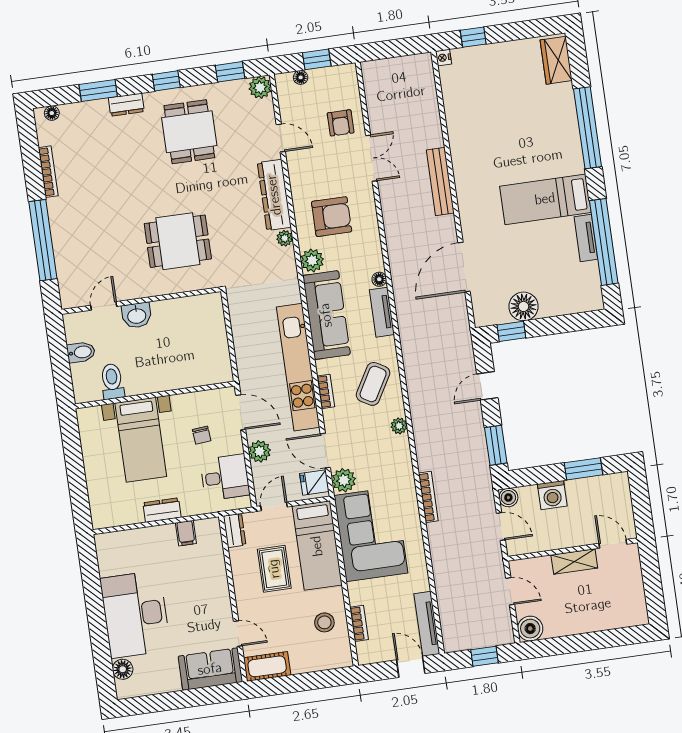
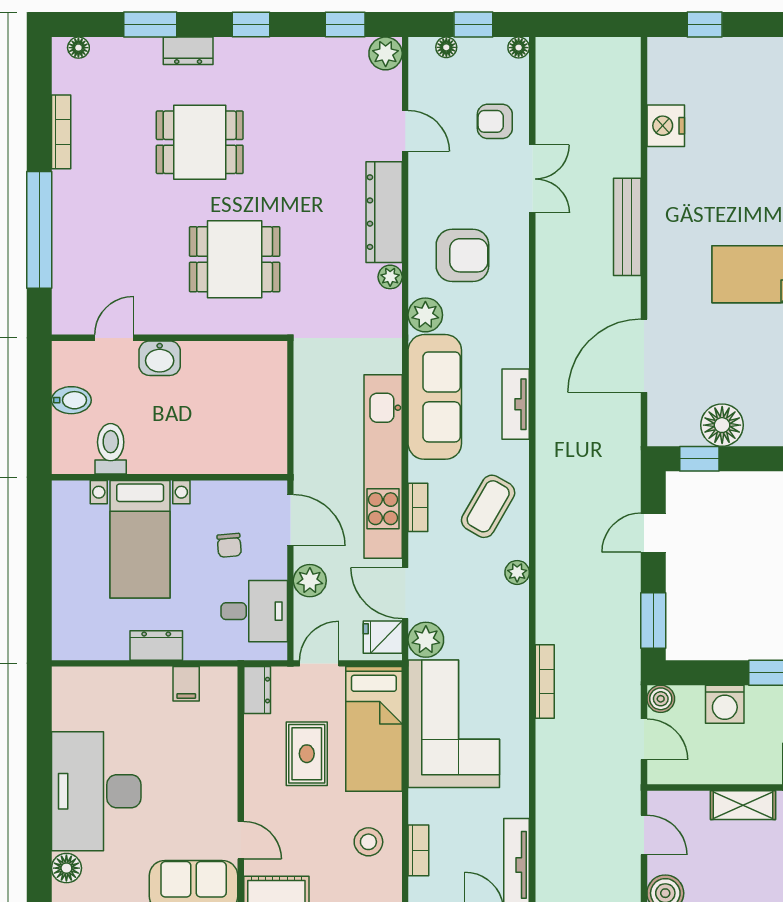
nightstand: (443, 58) -> (666, 126), moved, width x1.89, depth x1.79
armchair: (341, 123) -> (495, 121), turned 90
dining table: (189, 132) -> (200, 142), moved, turned 90
floor lamp: (379, 279) -> (519, 48), moved

